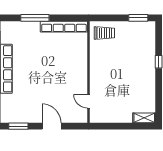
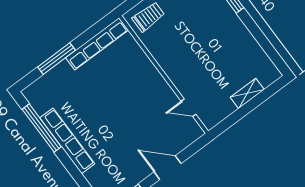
shelving: (144, 118) -> (247, 93), moved

